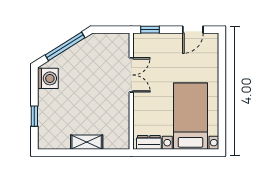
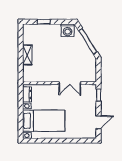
door: (193, 30) -> (98, 122), swing flipped

